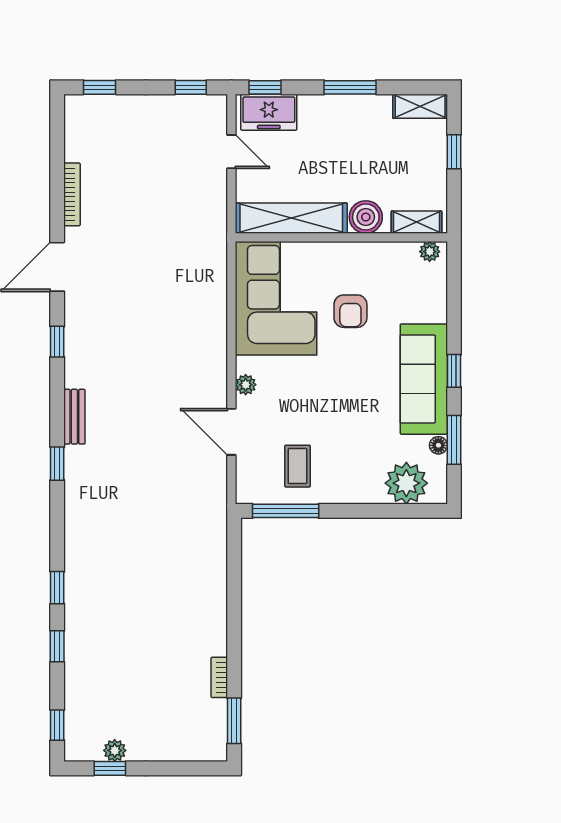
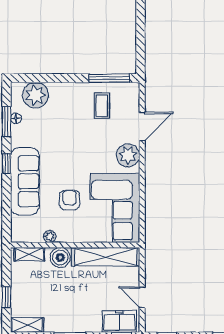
plant: (430, 252) -> (50, 236), moved
sofa: (424, 379) -> (25, 181), moved
plant: (246, 385) -> (128, 155), width x1.88, depth x1.88
door: (231, 432) -> (142, 127), hinge flipped

